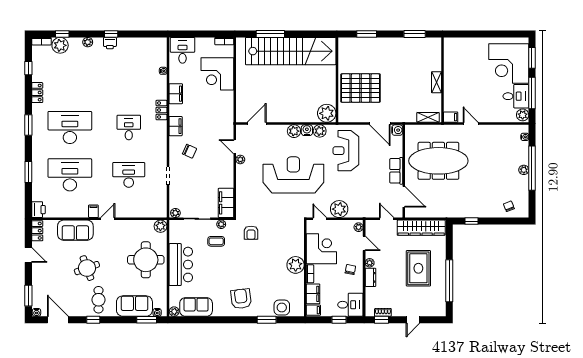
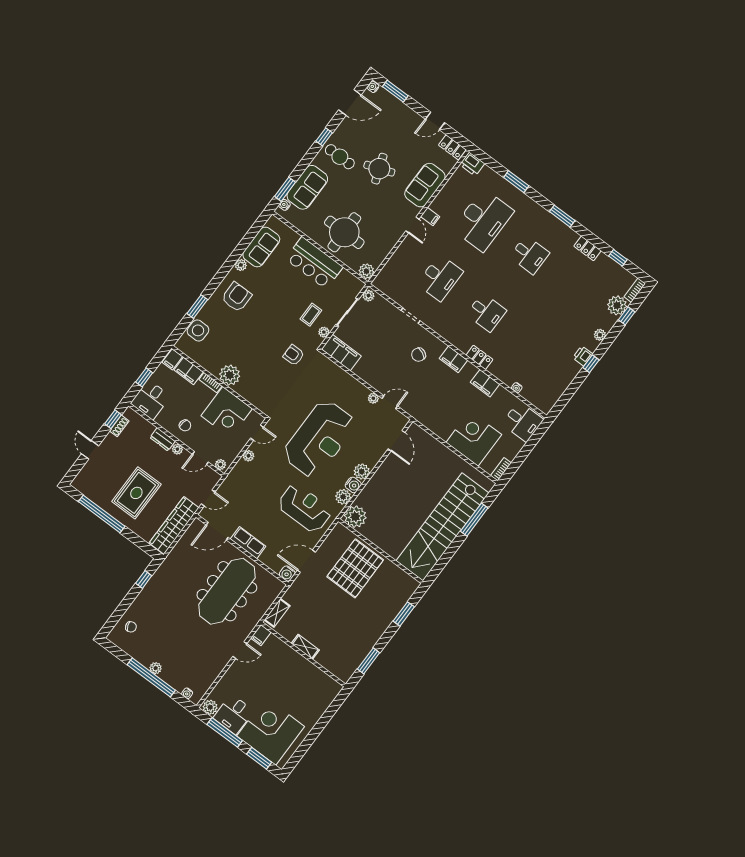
desk: (70, 127) -> (529, 255), width x0.53, depth x0.77
plant: (339, 209) -> (248, 456), width x0.53, depth x0.53
rug: (418, 268) -> (136, 493), turned 90
armchair: (241, 299) -> (236, 297), turned -83
plant: (174, 312) -> (241, 265), moved

